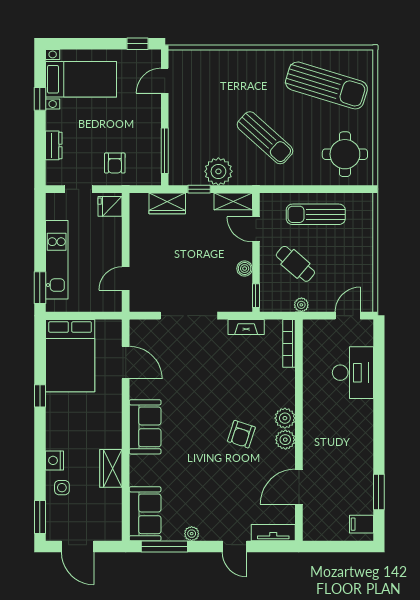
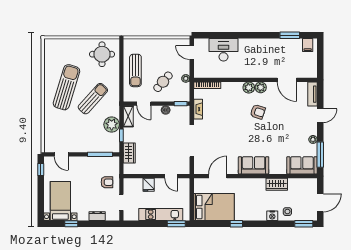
sun lounger: (326, 85) -> (66, 87), moved
fridge: (110, 206) -> (149, 185), moved
door: (256, 229) -> (144, 104), hinge flipped

